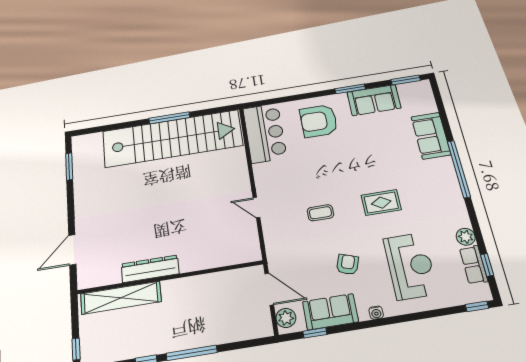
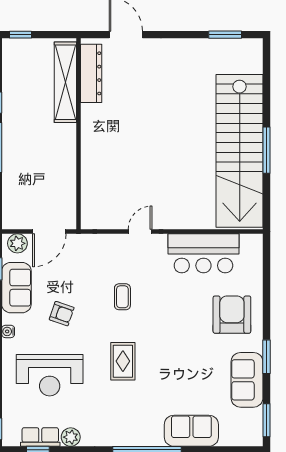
bar counter: (265, 133) -> (203, 253), moved
dresser: (150, 269) -> (91, 73), moved

